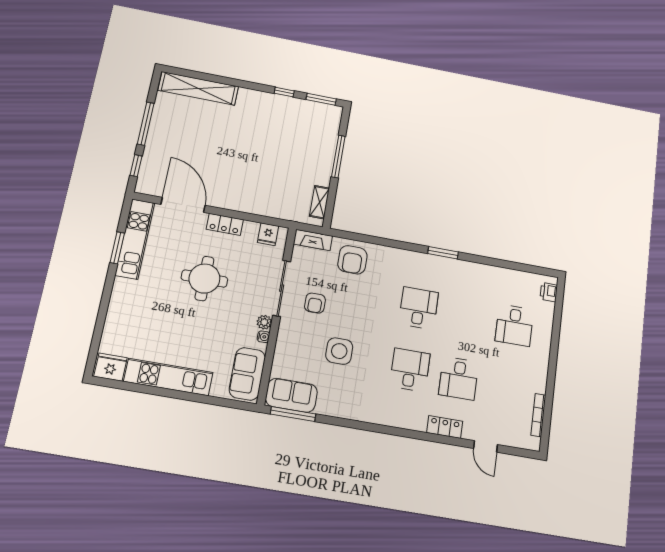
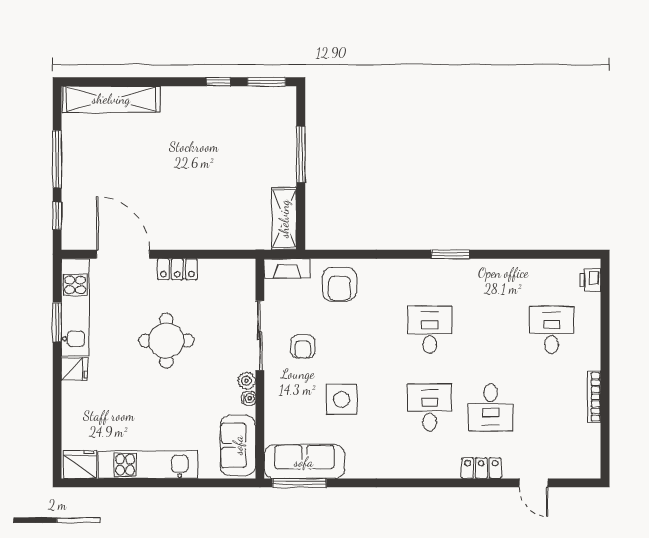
shelving: (320, 202) -> (284, 219), width x1.50, depth x1.33
fridge: (268, 234) -> (74, 369), moved, turned -90
desk: (514, 325) -> (552, 330), turned 180
sofa: (291, 395) -> (304, 462), width x1.36
bookcase: (538, 415) -> (594, 397), moved

